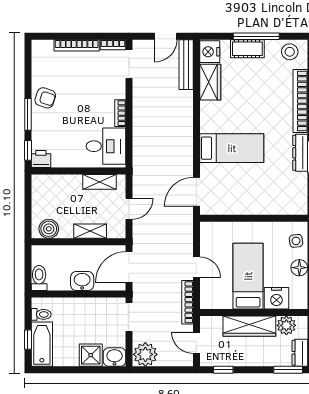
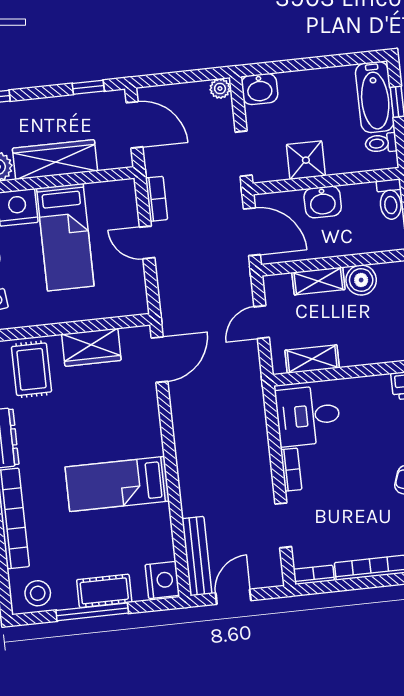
doorway: (129, 64) -> (283, 525), moved
wardrobe: (210, 82) -> (91, 347), moved, turned -90
bed: (232, 148) -> (117, 484), moved
rug: (278, 195) -> (31, 369), added
boiler: (49, 229) -> (361, 280), moved
door: (129, 267) -> (252, 232), hinge flipped
bookcase: (187, 302) -> (157, 199), width x0.64
door: (196, 343) -> (134, 125), width x1.38
plant: (145, 354) -> (220, 89), width x0.53, depth x0.53
shower: (91, 355) -> (306, 160), moved

